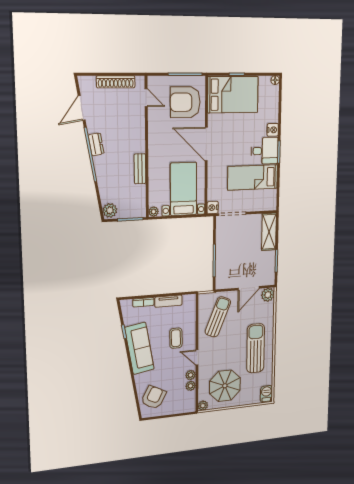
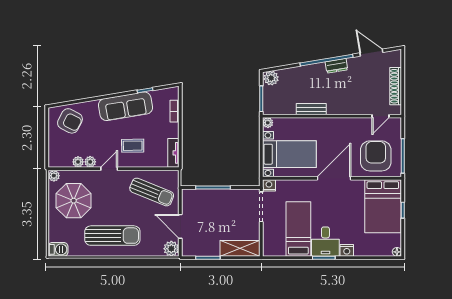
tv unit: (168, 301) -> (173, 153), moved

